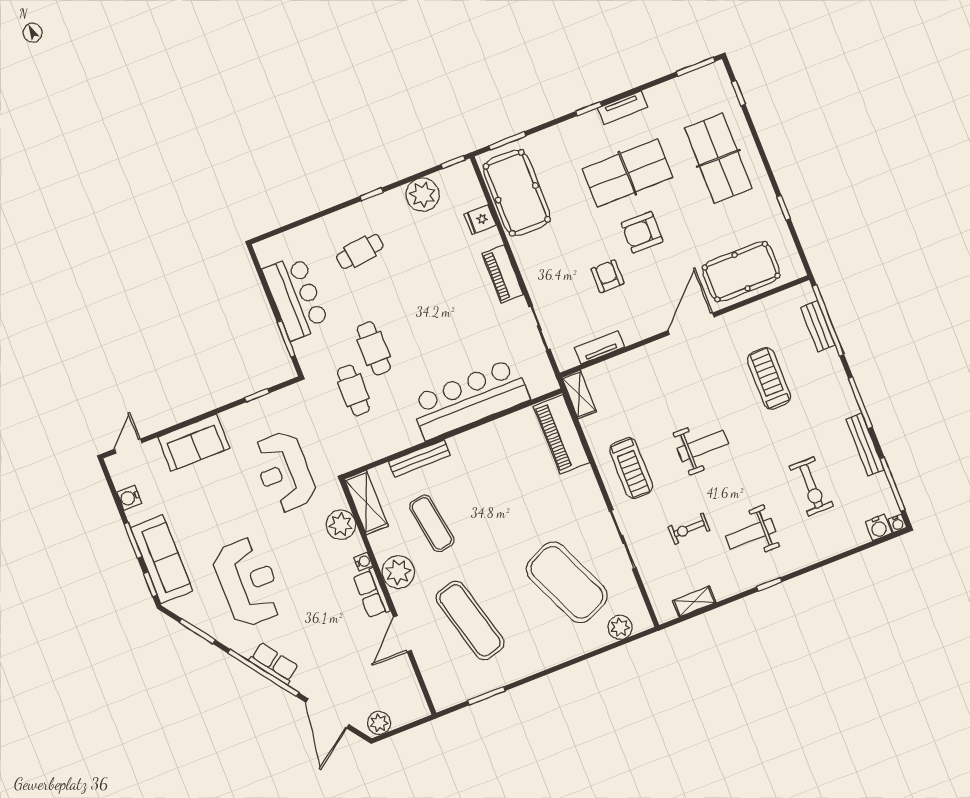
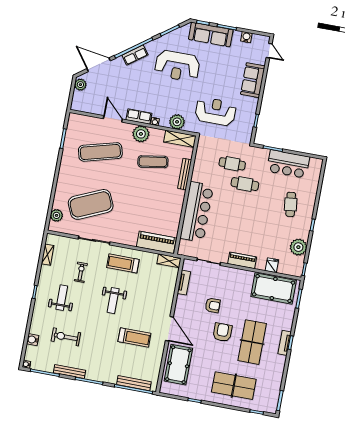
tv unit: (623, 108) -> (285, 343), moved
bench: (818, 326) -> (134, 383), width x1.36
treadmill: (769, 378) -> (134, 337), moved
water cooler: (878, 527) -> (33, 340), moved

